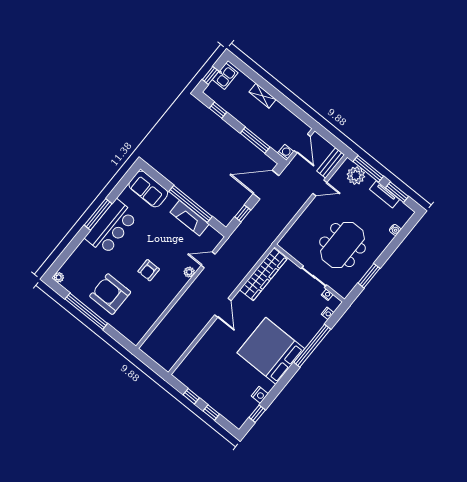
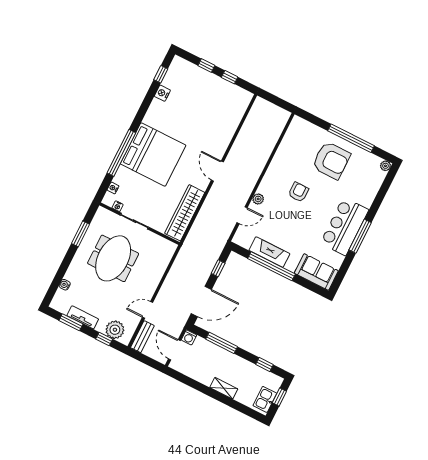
window: (368, 169) -> (104, 339), width x0.46
bed: (271, 351) -> (153, 155), moved

